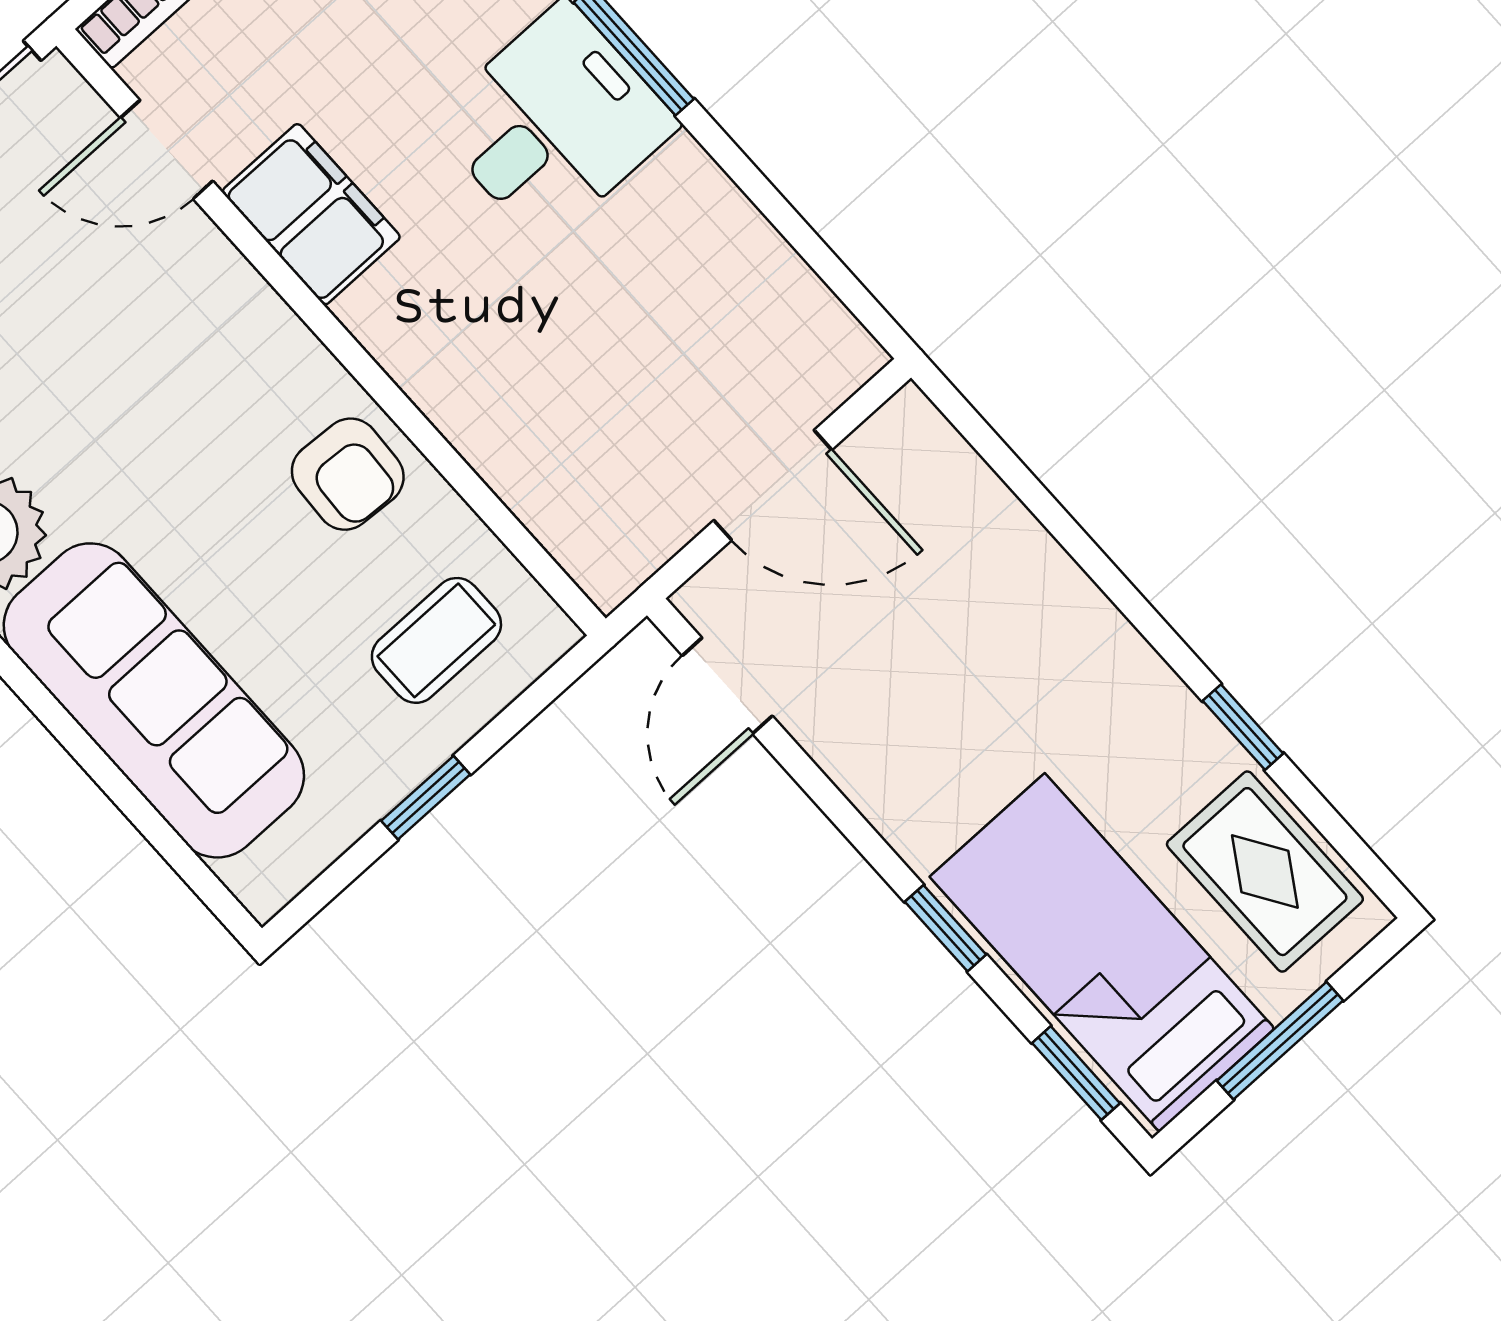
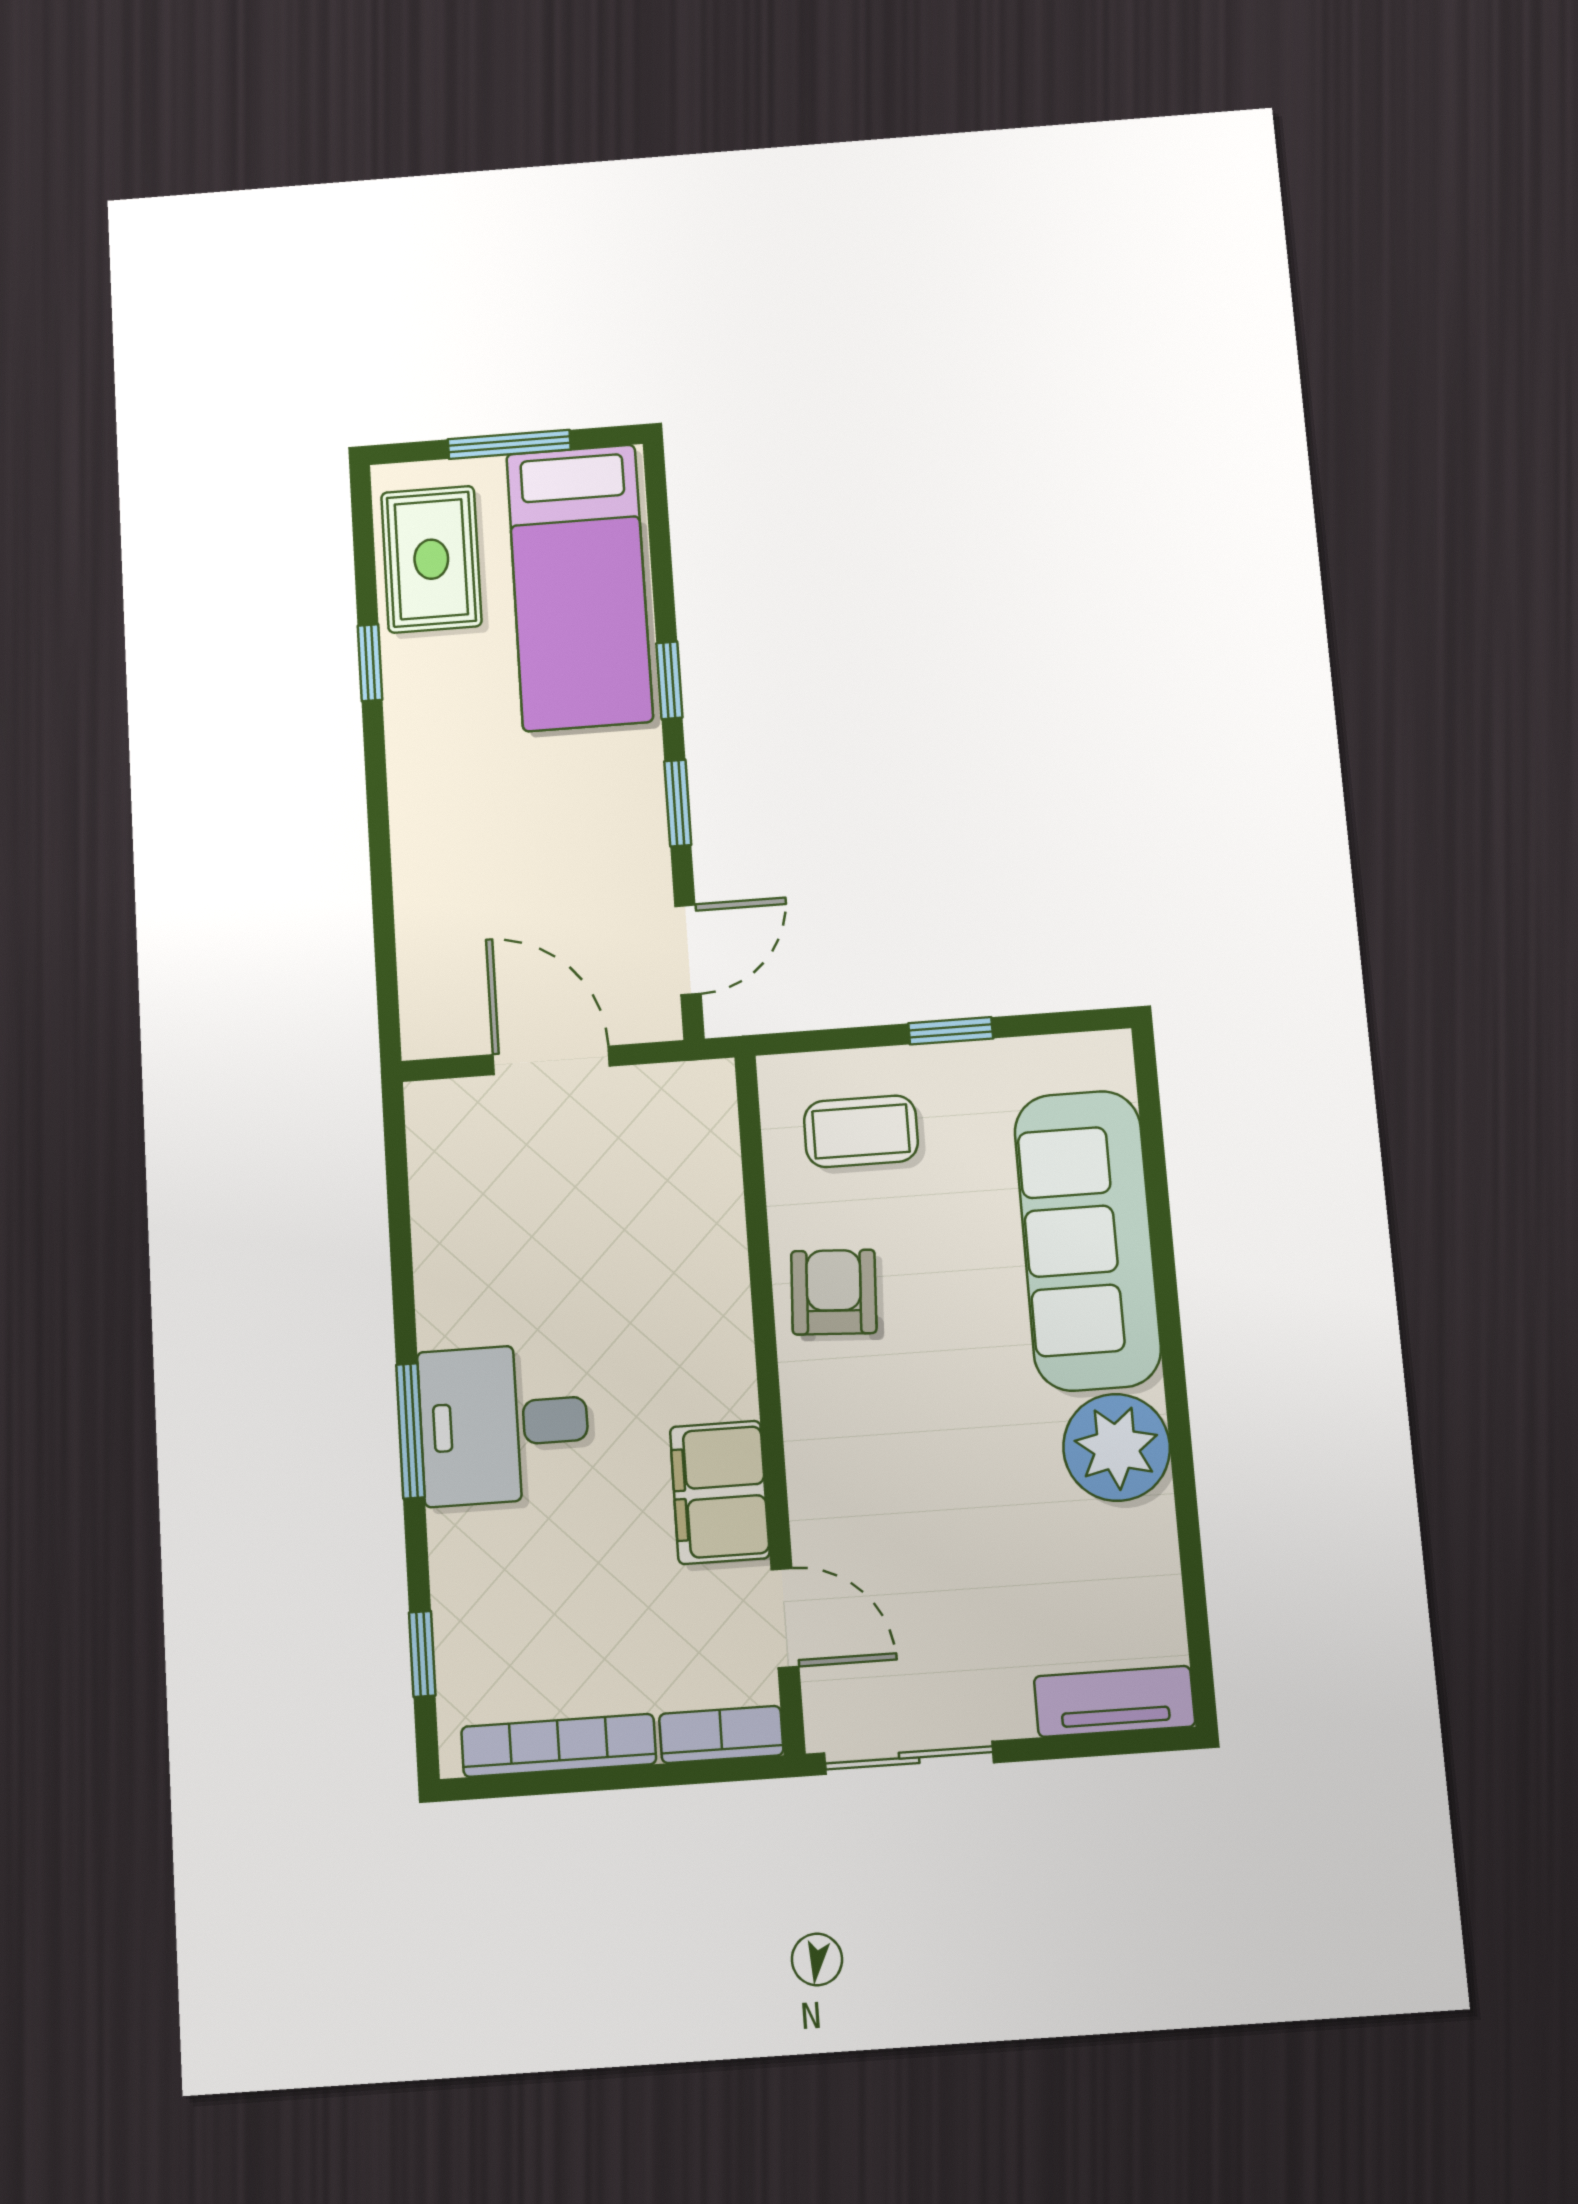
window: (1076, 1073) -> (678, 803), moved

